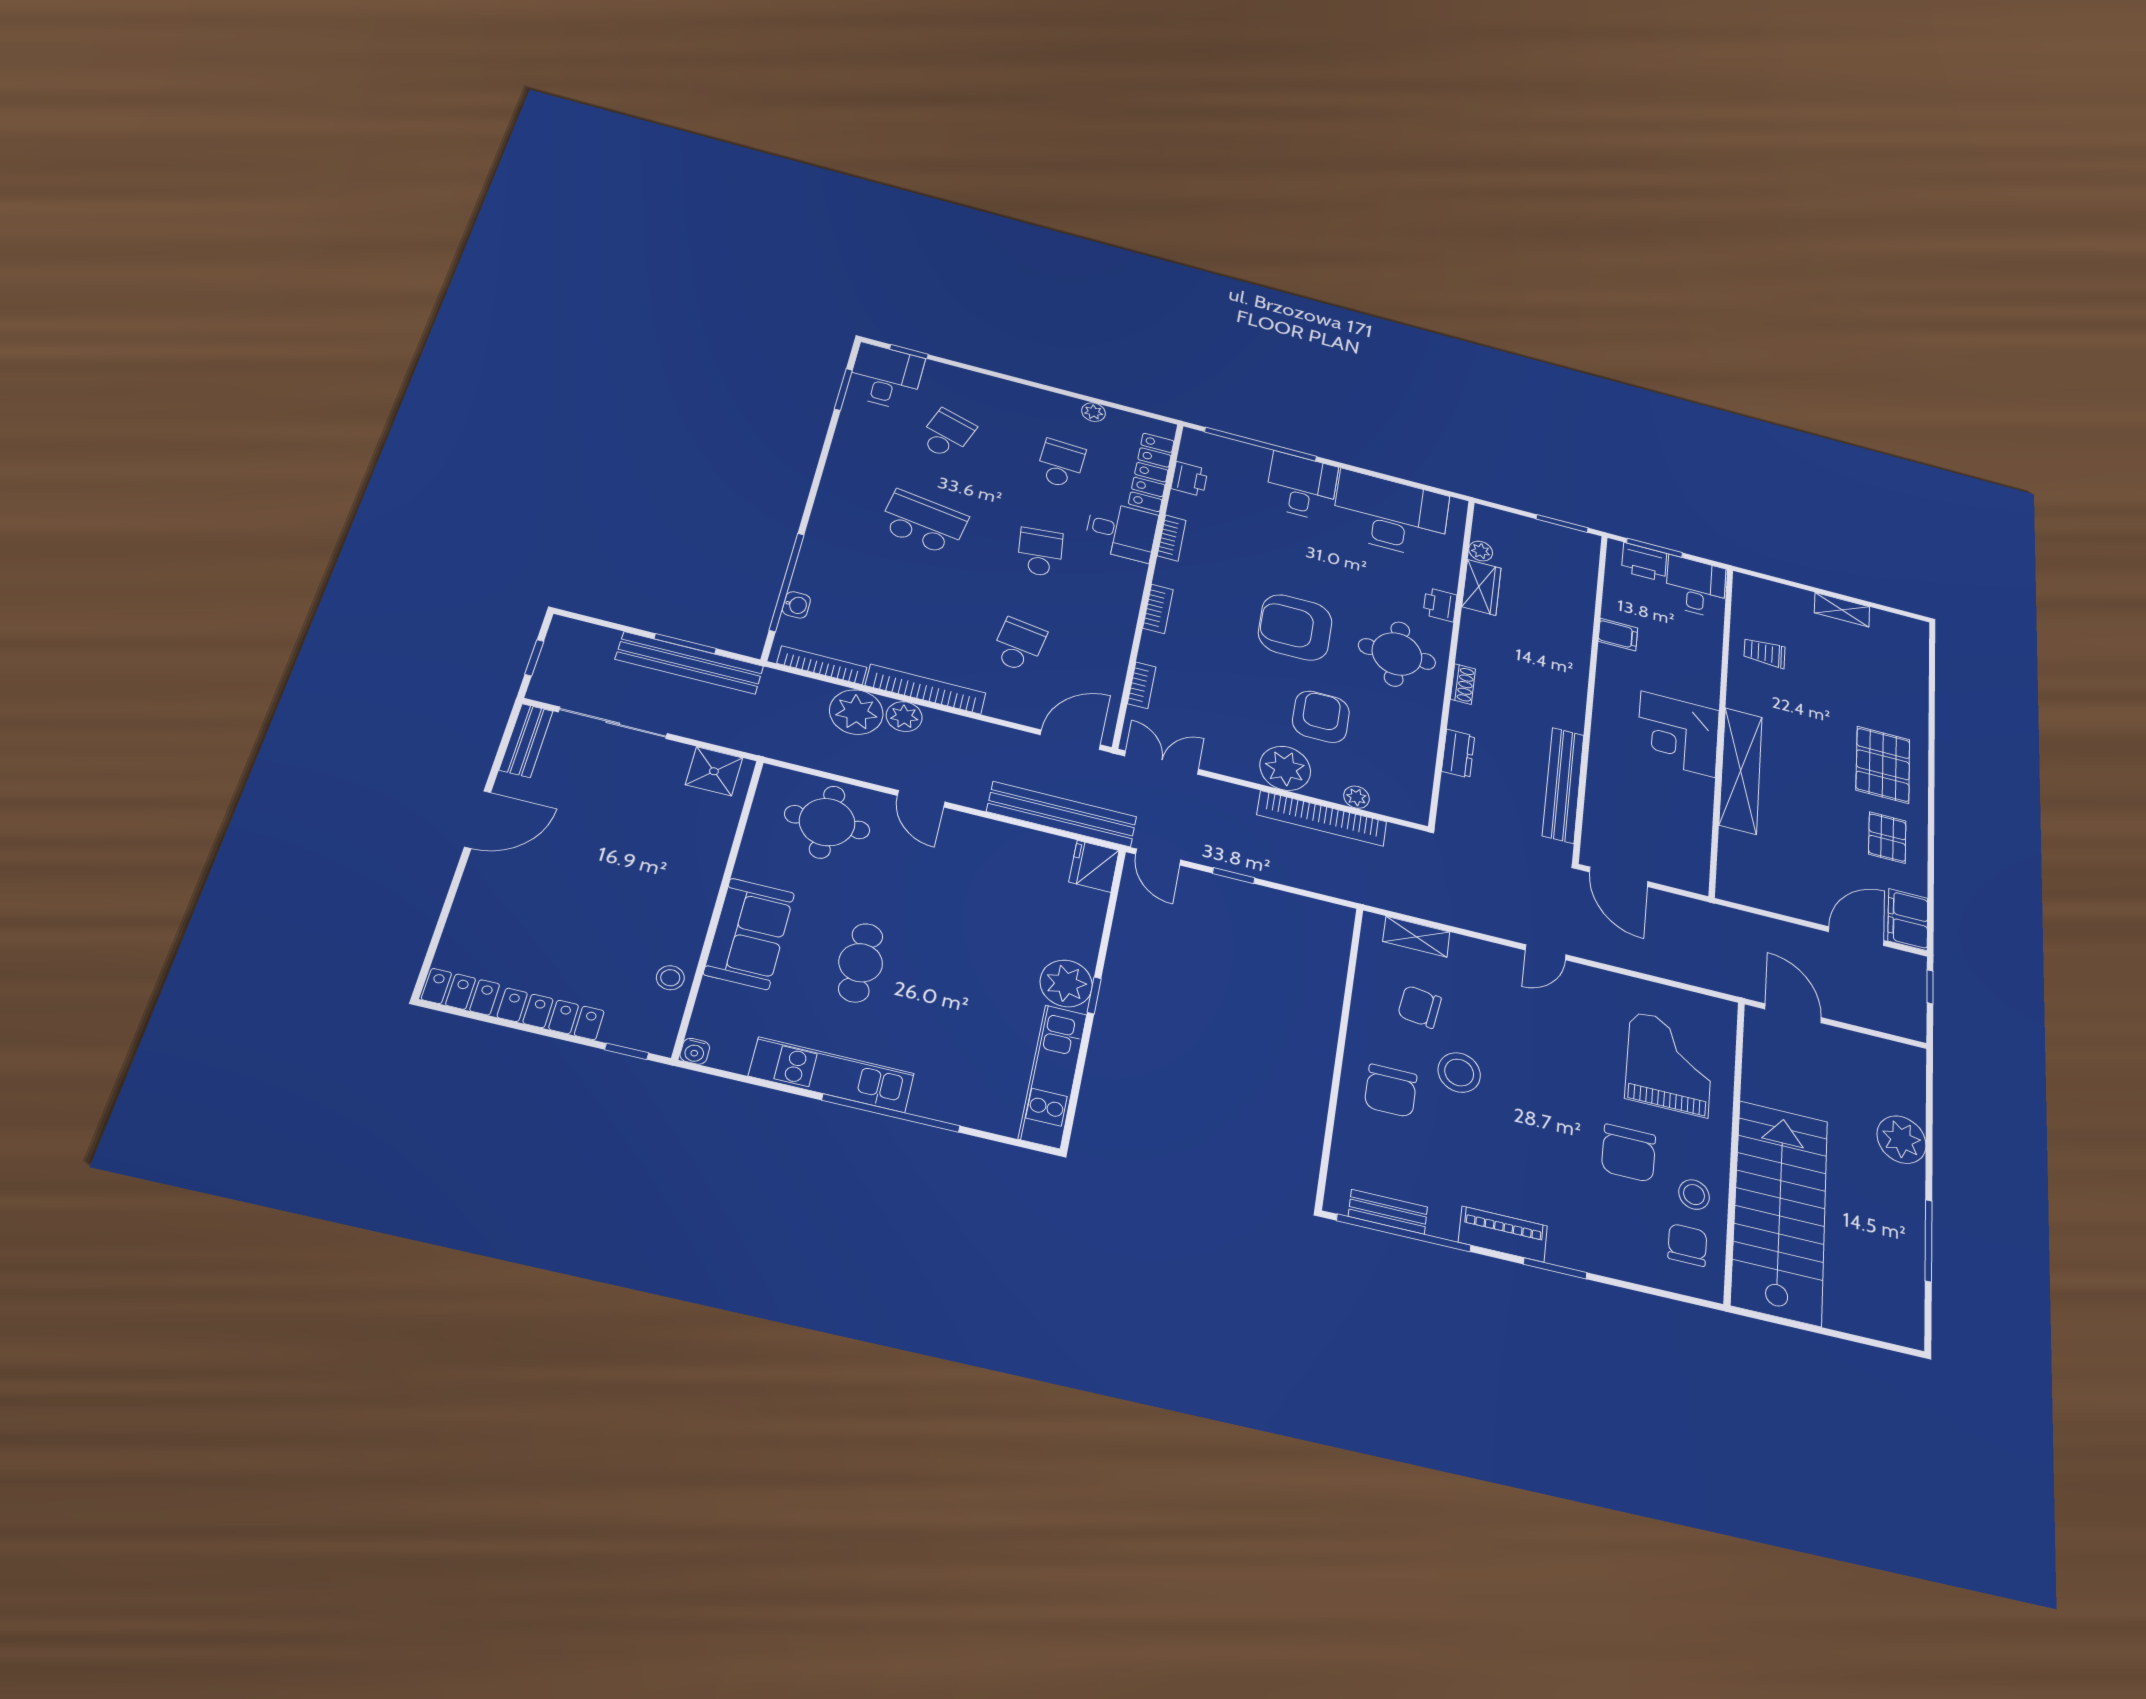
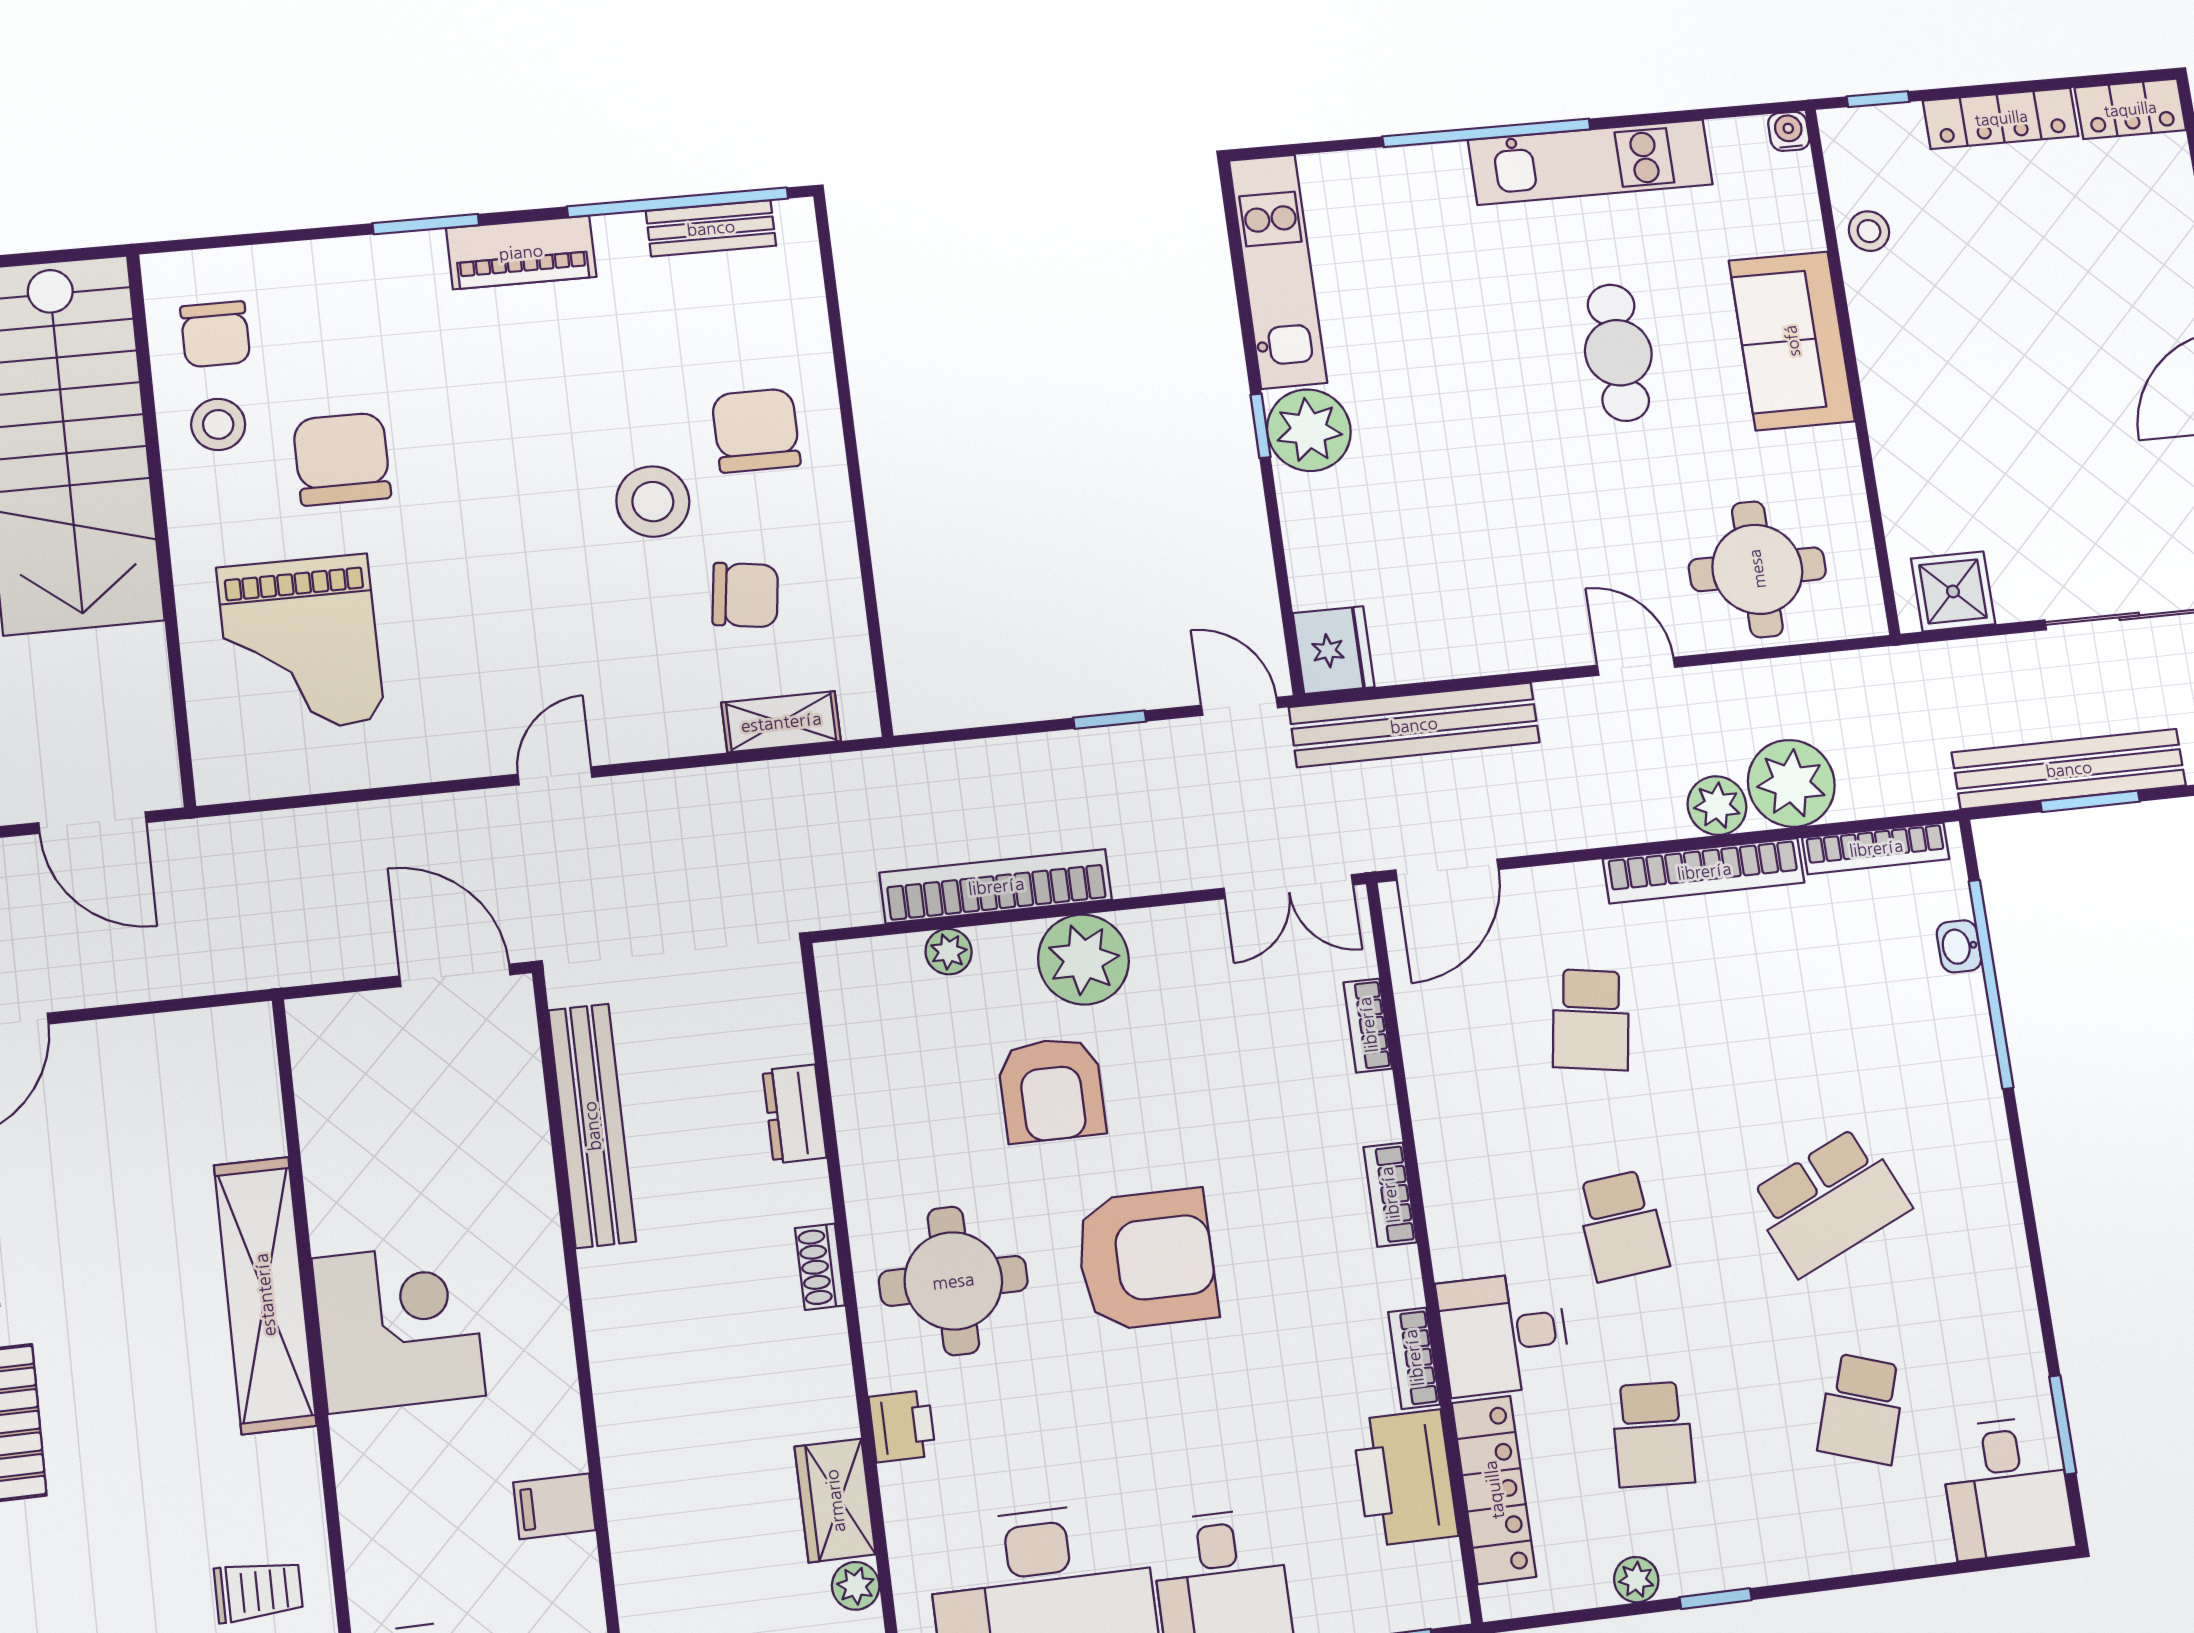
window: (909, 352) -> (1716, 1599), moved
printer: (1189, 479) -> (1405, 1478), width x1.87, depth x1.48
school desk: (923, 522) -> (1829, 1201), turned -33

